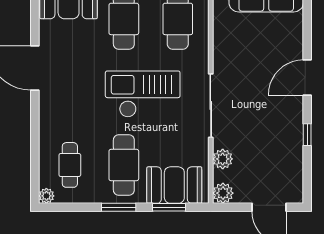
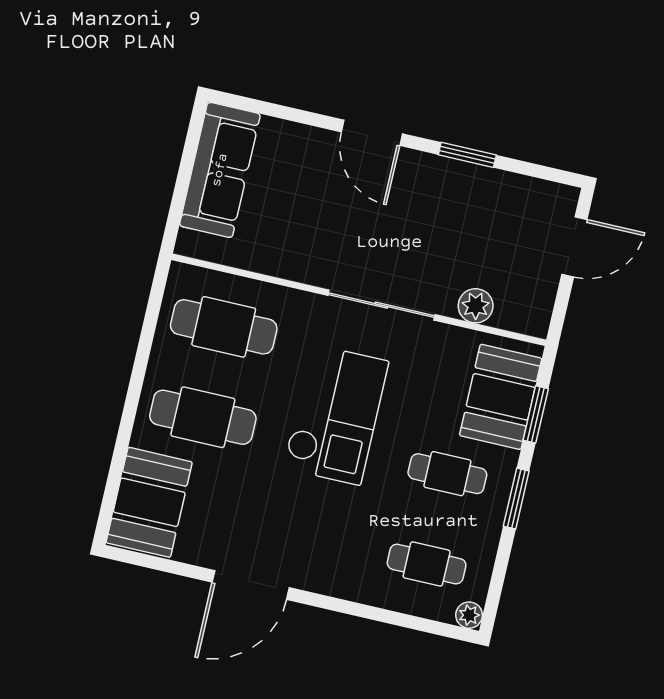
checkout: (143, 94) -> (336, 415), turned 180
window: (307, 135) -> (467, 155), width x1.50
cafe table: (124, 165) -> (447, 474), width x0.73, depth x0.74
plant: (223, 193) -> (533, 318), removed

